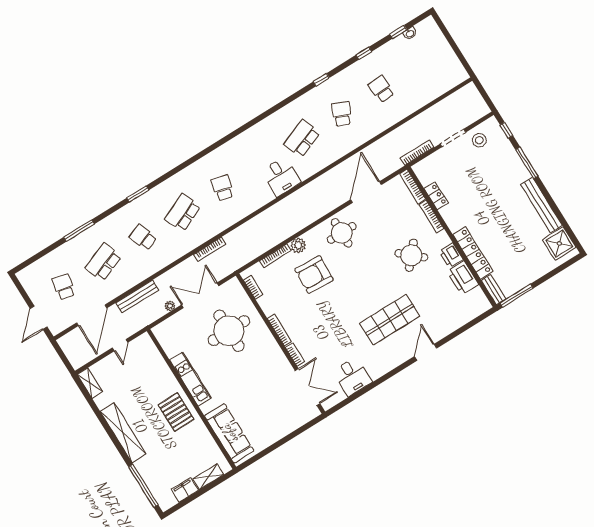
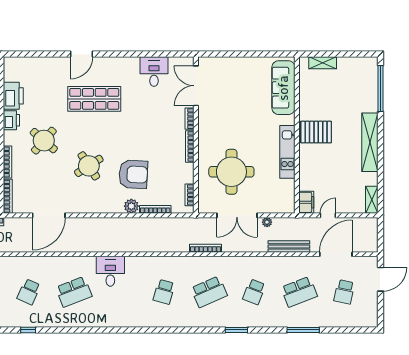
round table: (342, 233) -> (89, 166), moved, turned -33
school desk: (143, 237) -> (254, 292), turned 42
pallet: (176, 412) -> (316, 132), turned 90
filing cabinet: (185, 490) -> (306, 202), moved, turned -90

